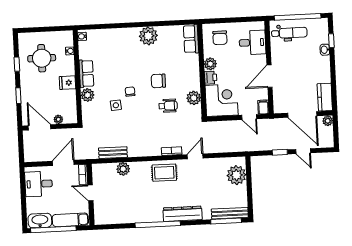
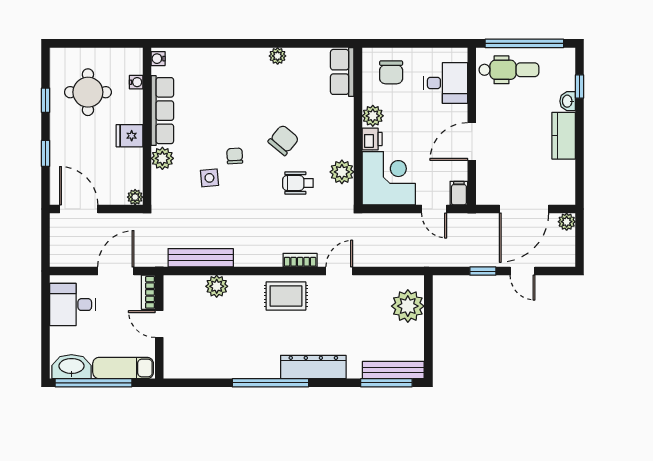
plant: (148, 36) -> (278, 56), width x0.53, depth x0.53
row of seats: (86, 74) -> (162, 111), width x1.48
chair: (158, 81) -> (283, 140), turned 130
kitchen counter: (325, 97) -> (564, 136), moved
wheelchair: (168, 106) -> (298, 183), turned 180
door: (302, 114) -> (524, 209), hinge flipped
plant: (58, 119) -> (135, 197), moved
bench: (113, 153) -> (201, 258), width x1.36

